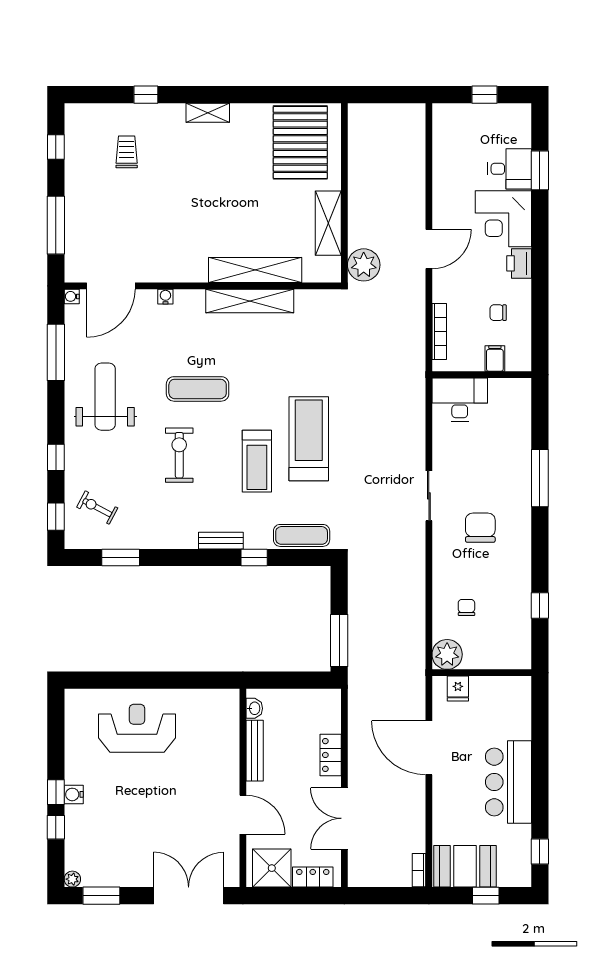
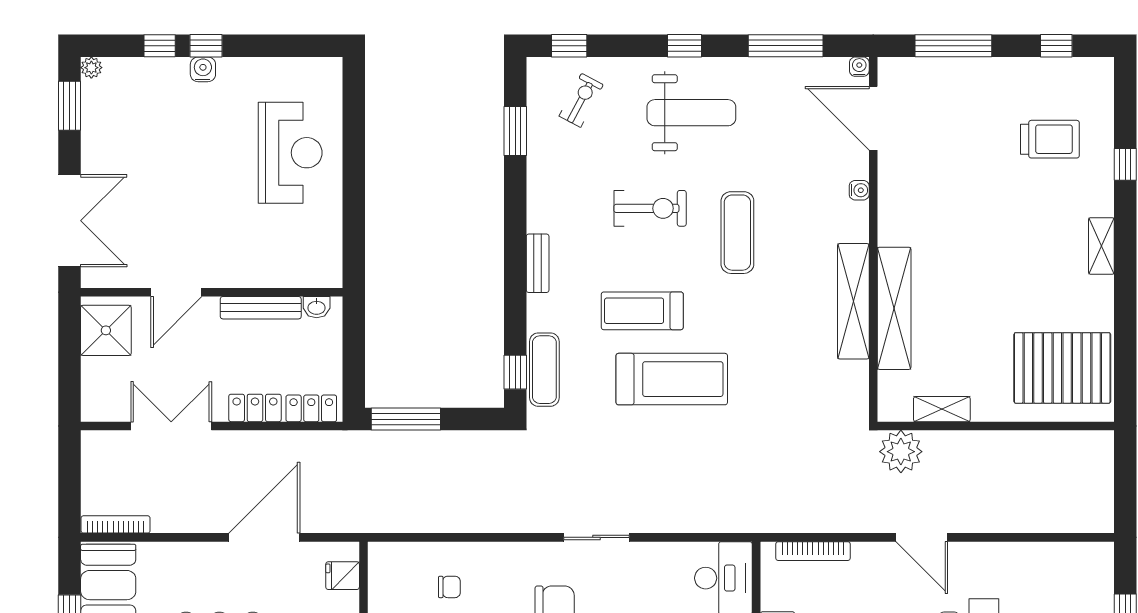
trolley: (127, 152) -> (1050, 139), width x1.36, depth x1.39
shelving: (328, 223) -> (942, 409), width x0.67, depth x0.75
weight bench: (105, 397) -> (691, 113), moved
window: (56, 457) -> (685, 46), moved
window: (254, 557) -> (515, 372), moved
plant: (447, 654) -> (387, 561), removed
bookcase: (419, 870) -> (116, 524), width x1.56
locker: (313, 877) -> (311, 408), moved, turned -90

